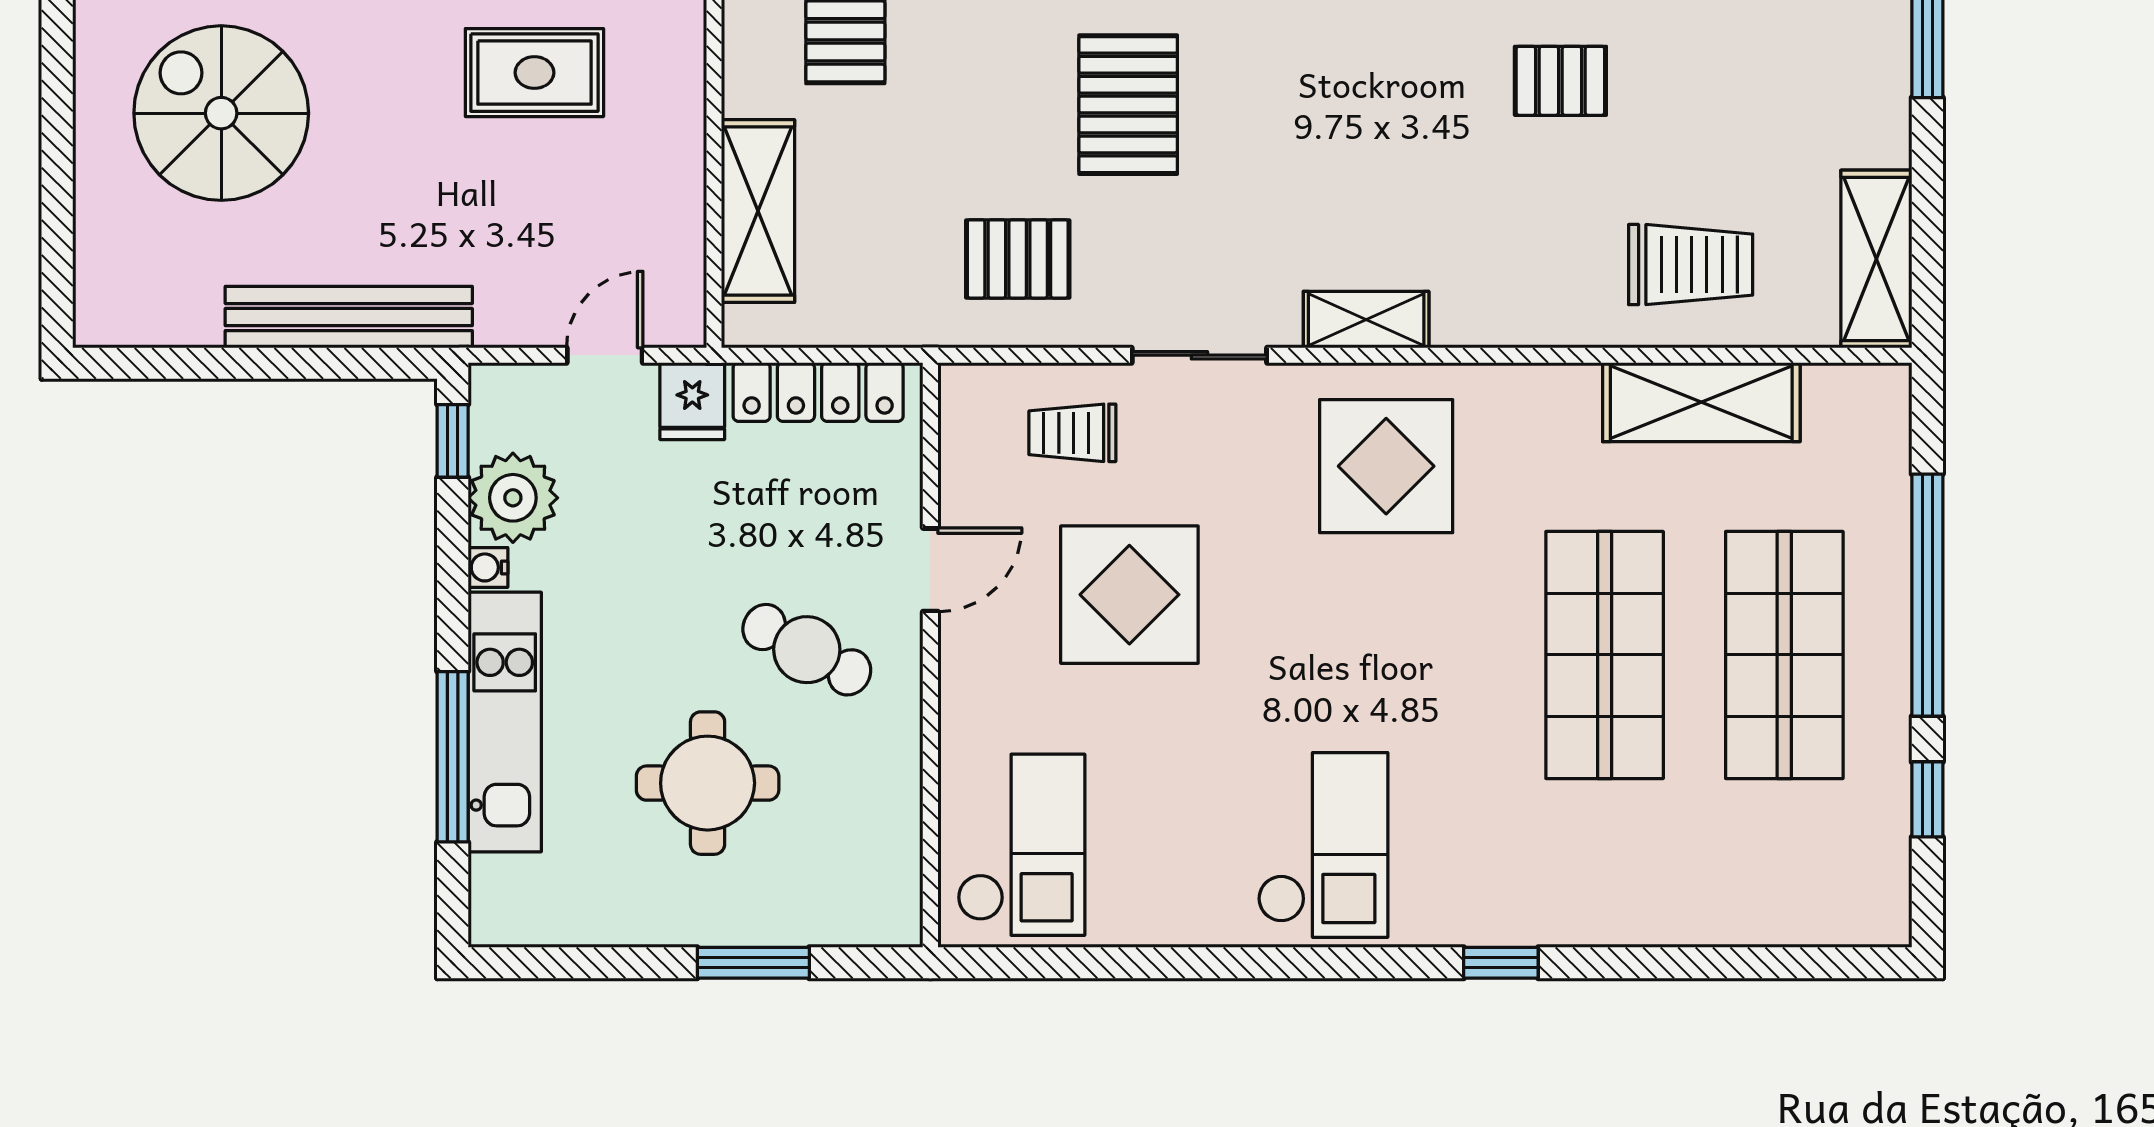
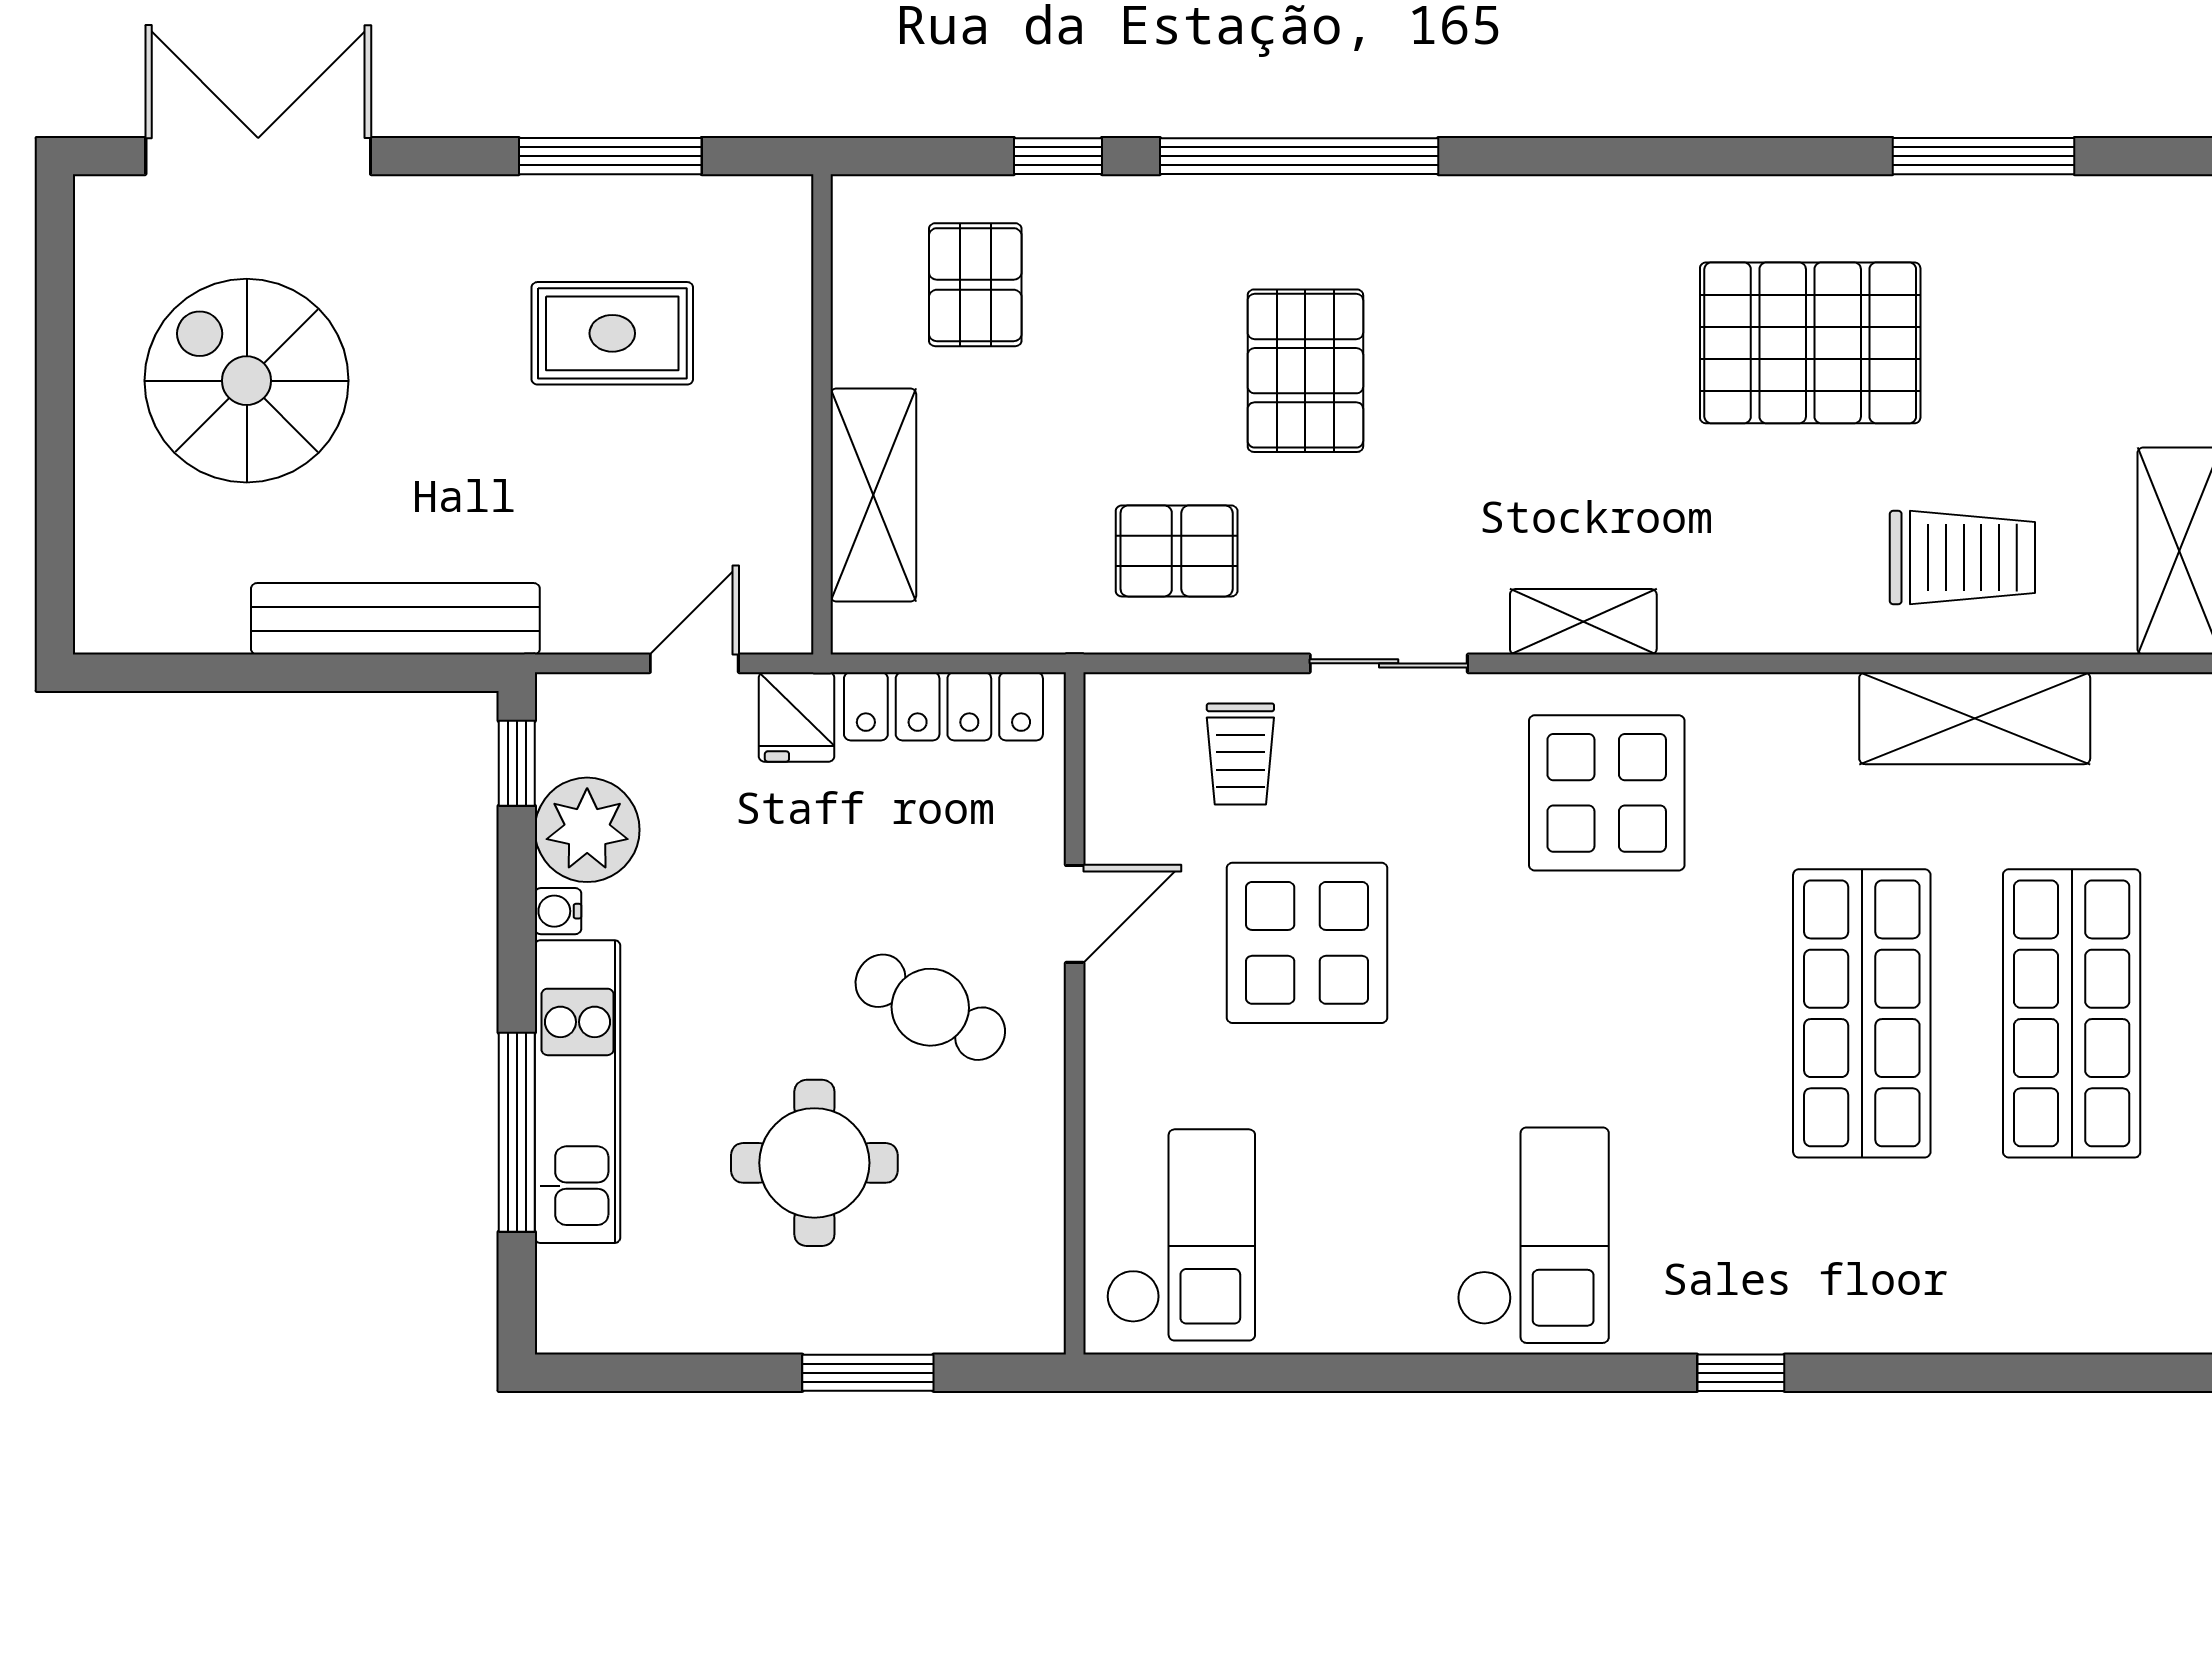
pallet: (1560, 81) -> (1810, 343), width x2.05, depth x2.00
trolley: (1072, 433) -> (1240, 754), turned -90

